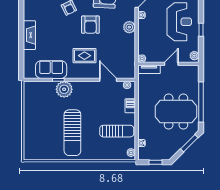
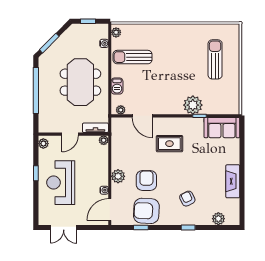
armchair: (90, 25) -> (146, 180), moved
fireplace: (29, 35) -> (233, 181), moved
sofa: (51, 70) -> (222, 128), moved
meeting table: (176, 112) -> (80, 82), moved, turned 90
sun lounger: (72, 133) -> (215, 59), moved, width x0.73, depth x0.75

